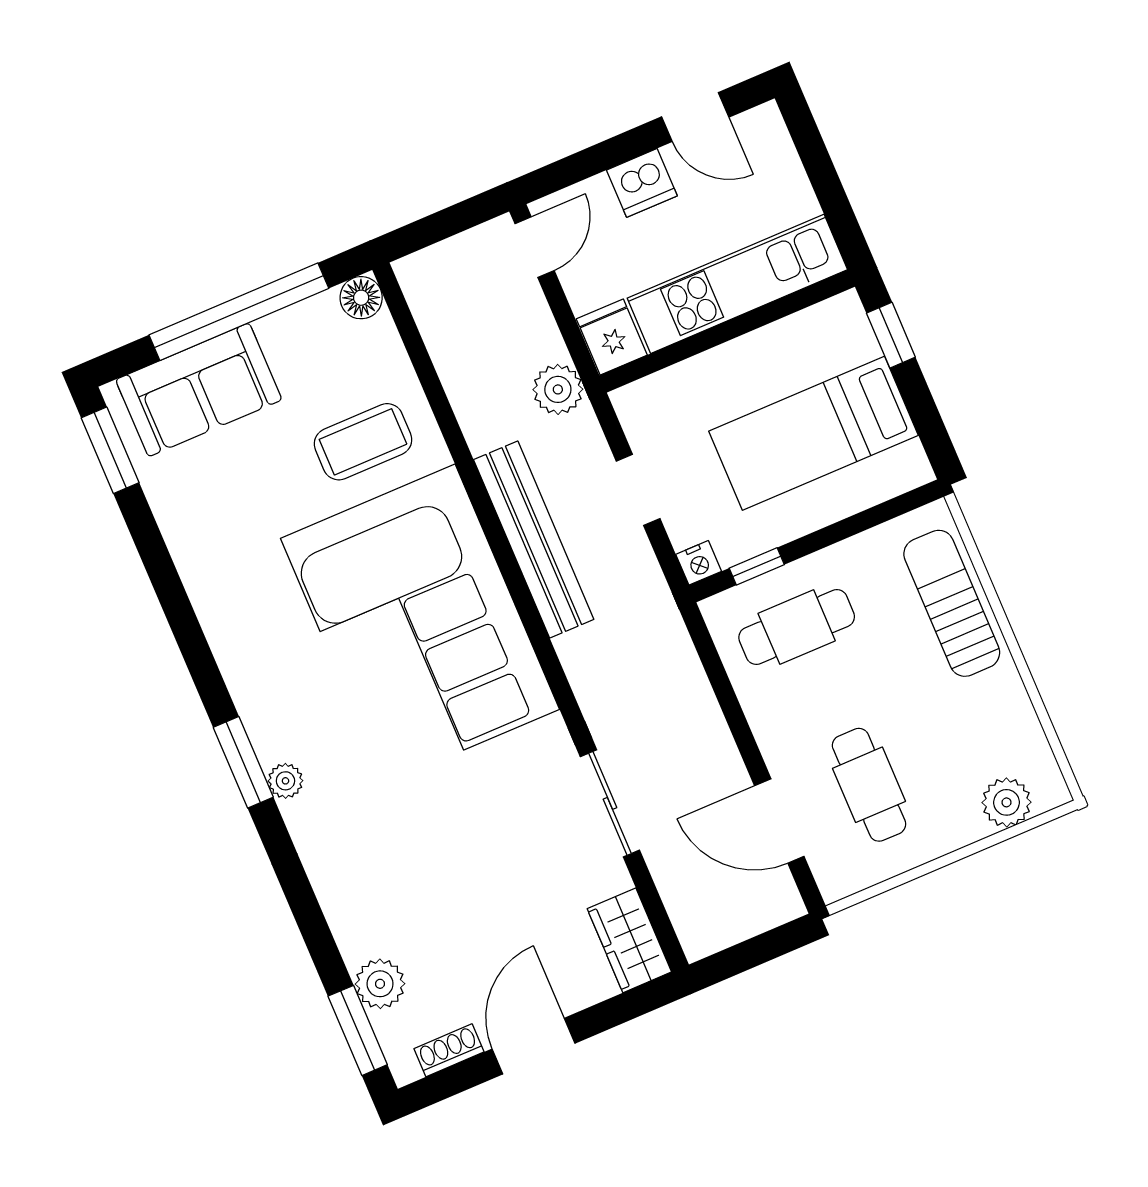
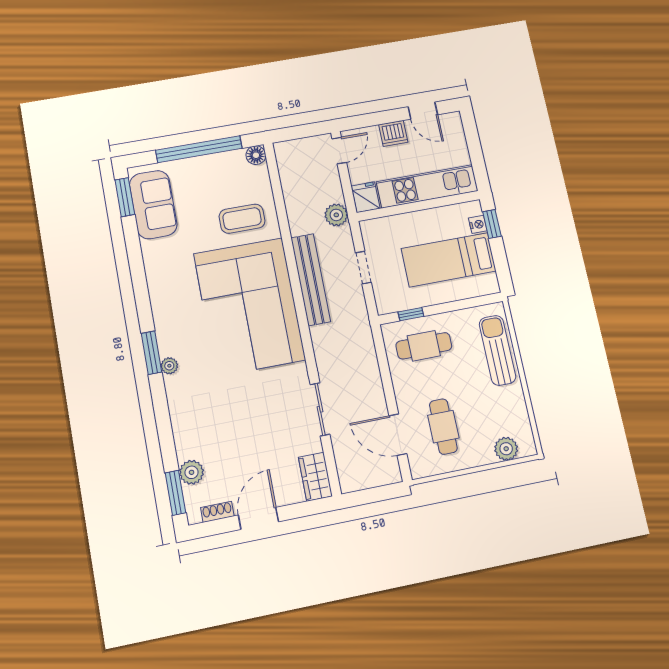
sofa: (199, 390) -> (153, 205), moved, turned -90
nightstand: (699, 563) -> (478, 224), moved, turned -90

